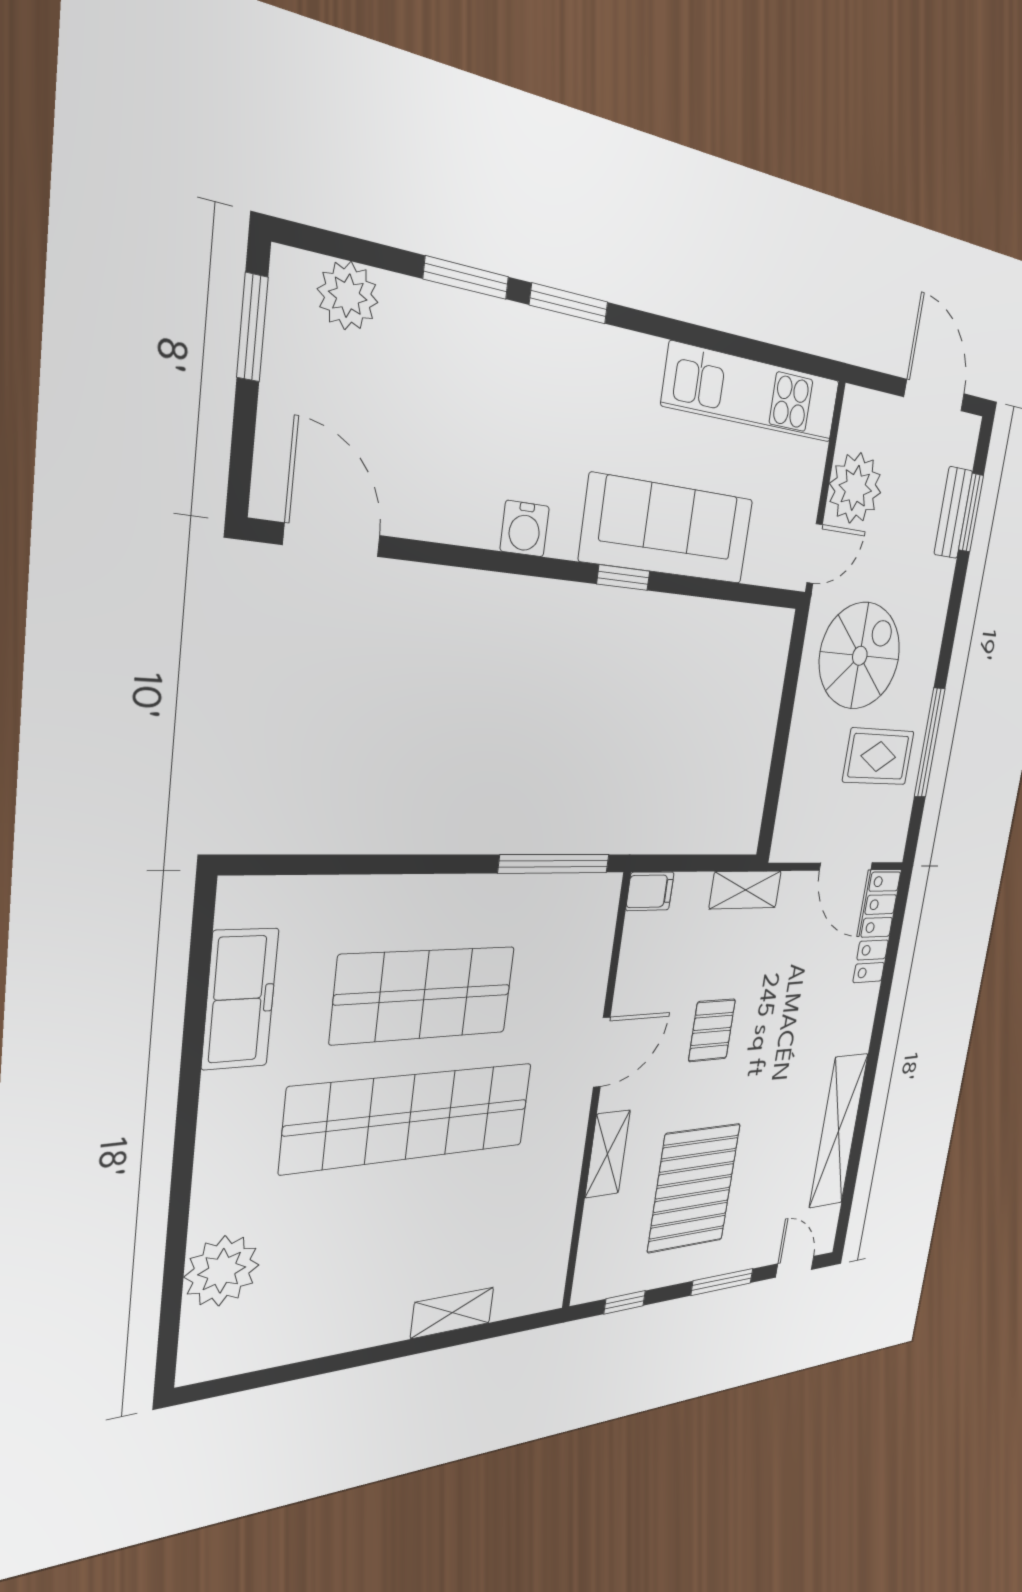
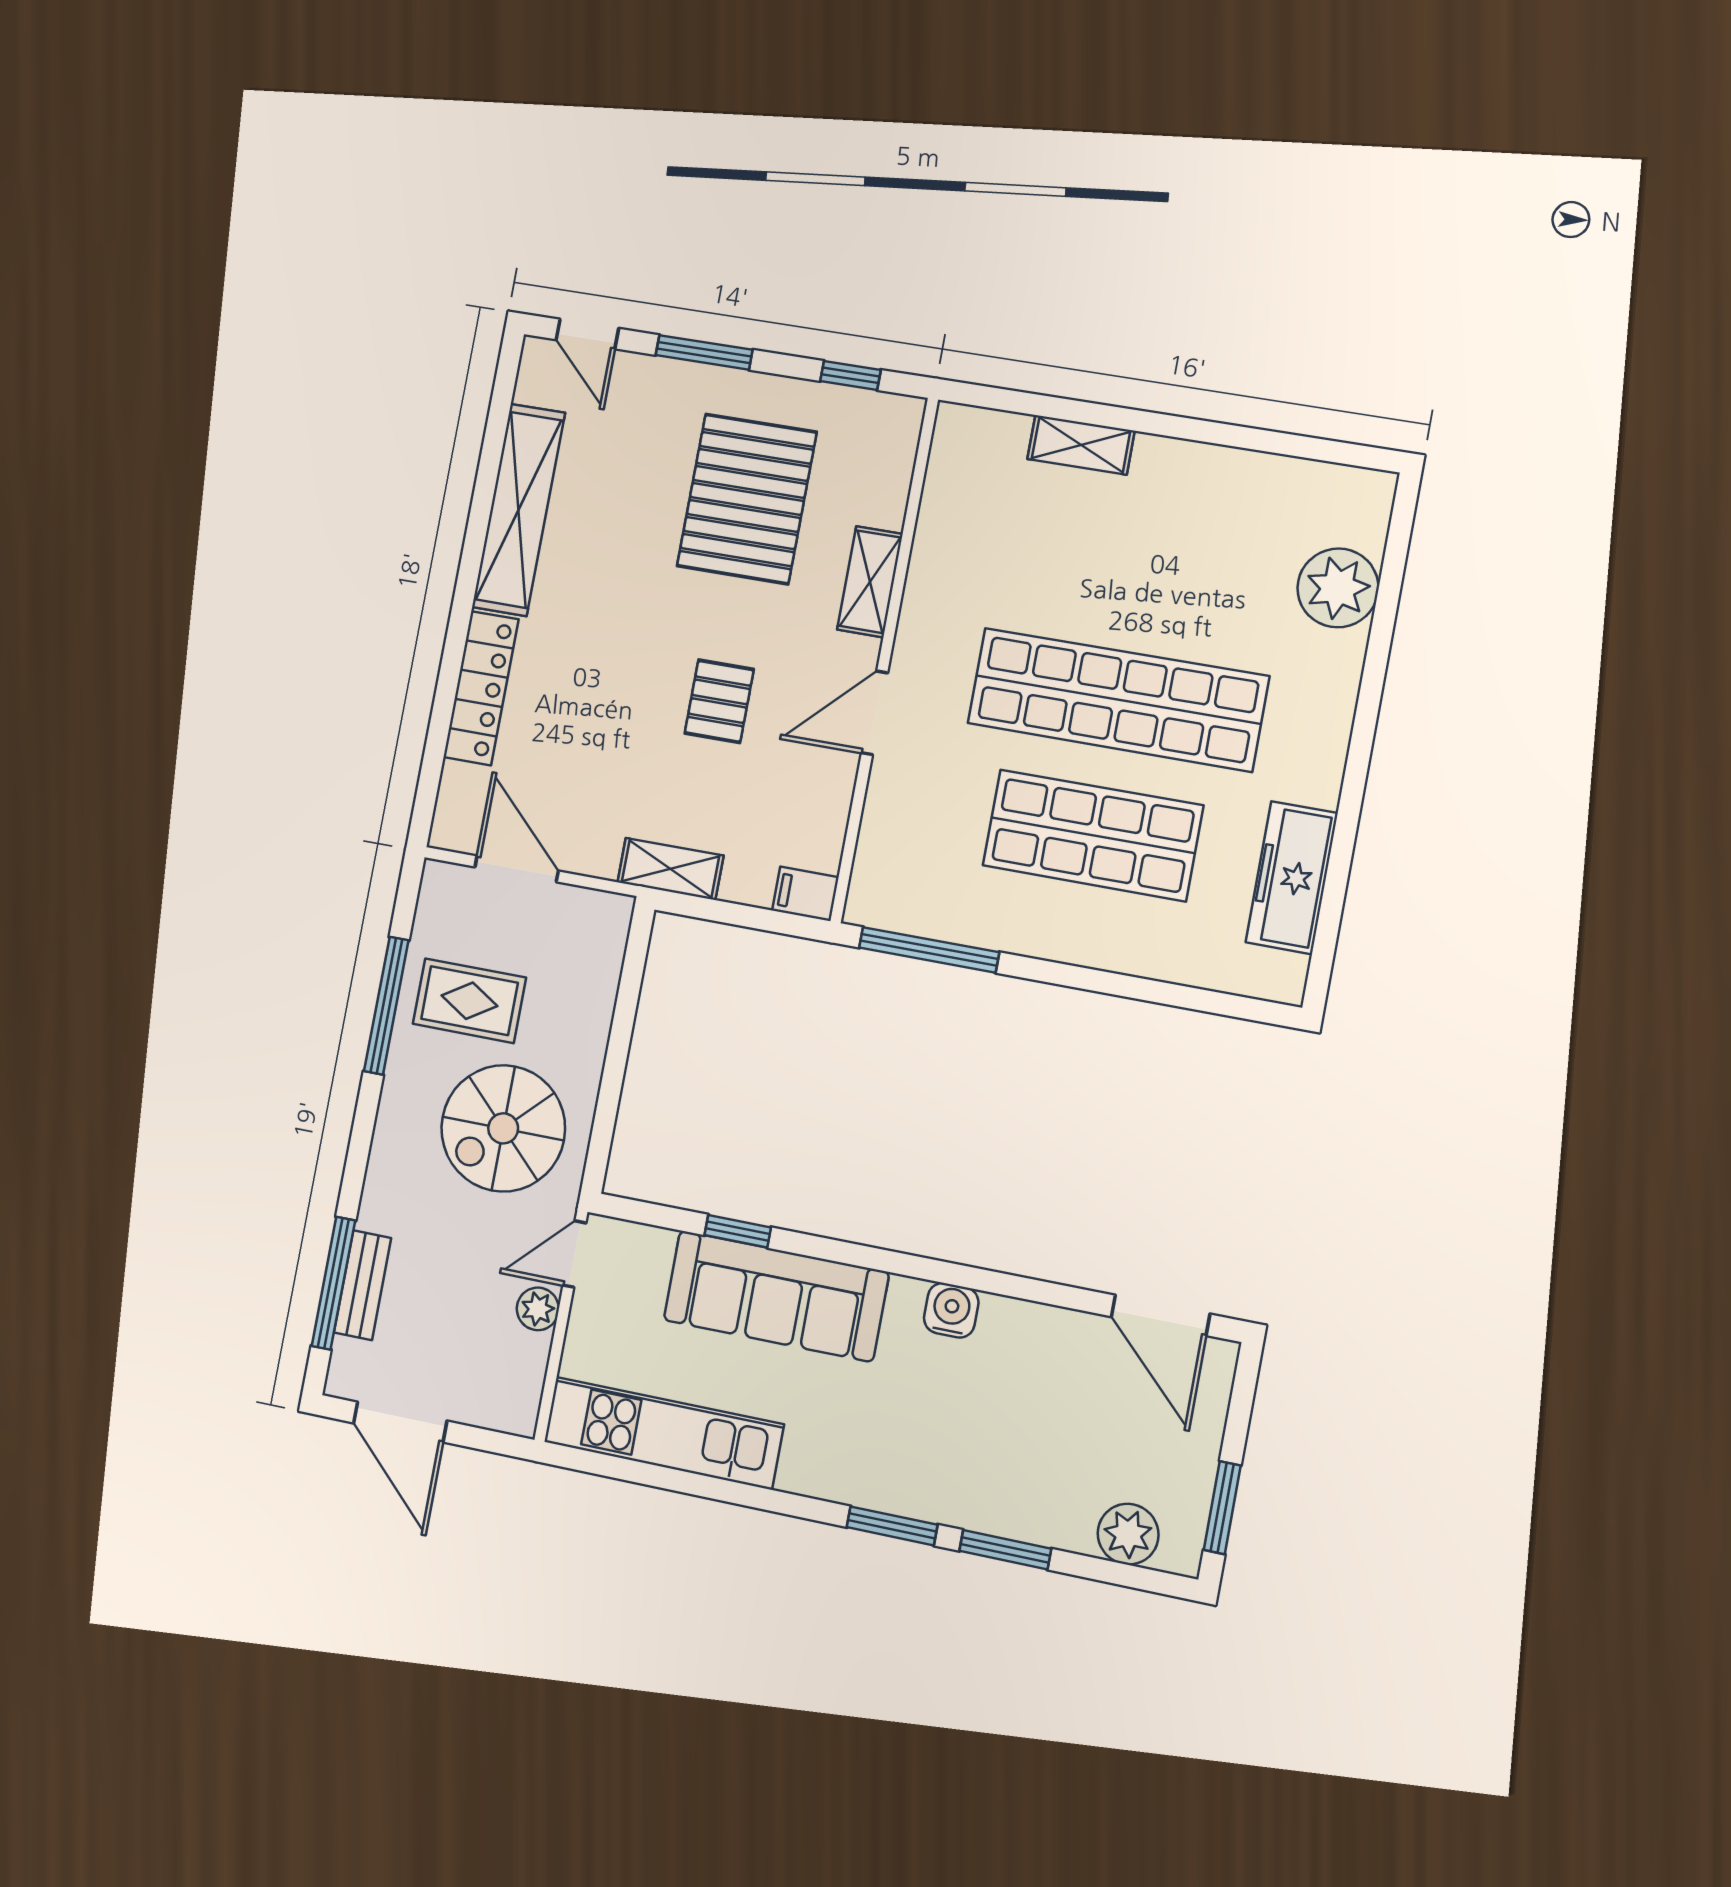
plant: (855, 488) -> (538, 1309), width x0.53, depth x0.53
window: (971, 513) -> (333, 1283), width x1.44
window: (623, 578) -> (738, 1231), moved
locker: (877, 927) -> (481, 688), moved

